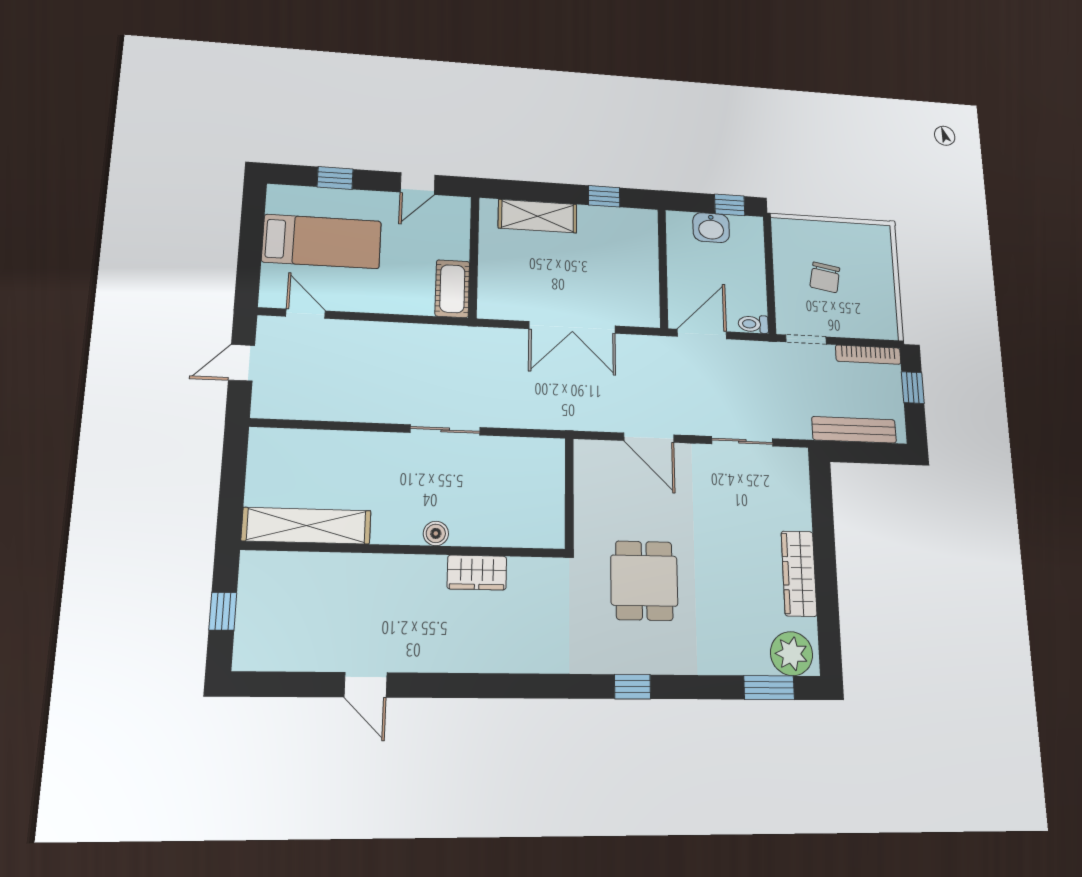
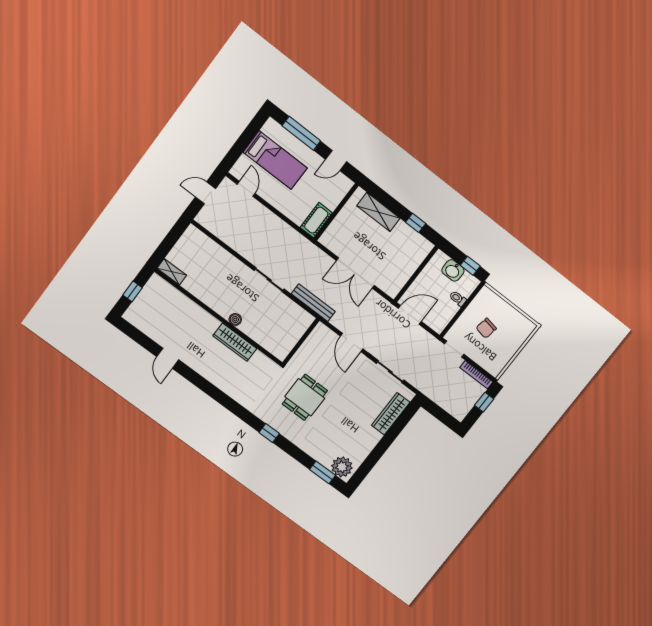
window: (335, 178) -> (301, 133), width x2.17
toilet: (753, 324) -> (458, 299), moved
bench: (854, 430) -> (313, 303), moved
shelving: (306, 526) -> (172, 272), width x0.45, depth x0.75
wardrobe: (477, 572) -> (235, 342), width x1.50
wardrobe: (799, 573) -> (391, 414), moved

